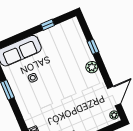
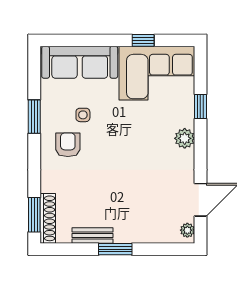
corner sofa: (62, 39) -> (157, 73), added
armchair: (32, 97) -> (68, 145), added

